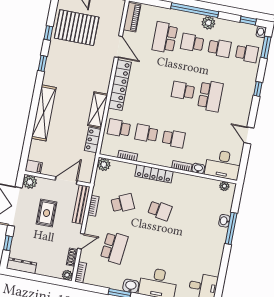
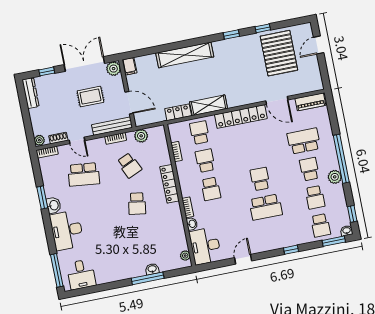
door: (118, 47) -> (277, 100), hinge flipped
plant: (104, 165) -> (141, 136), moved

